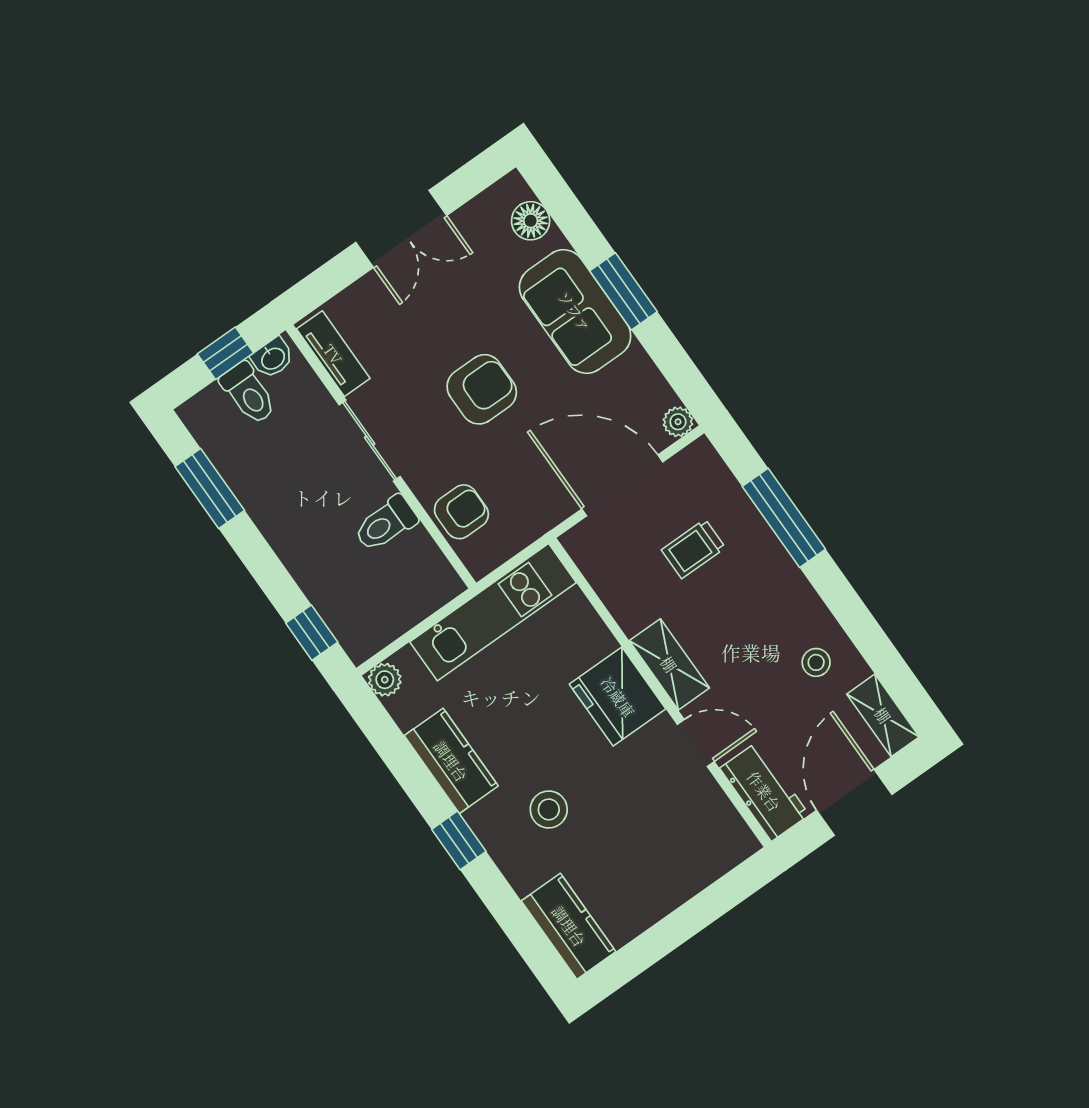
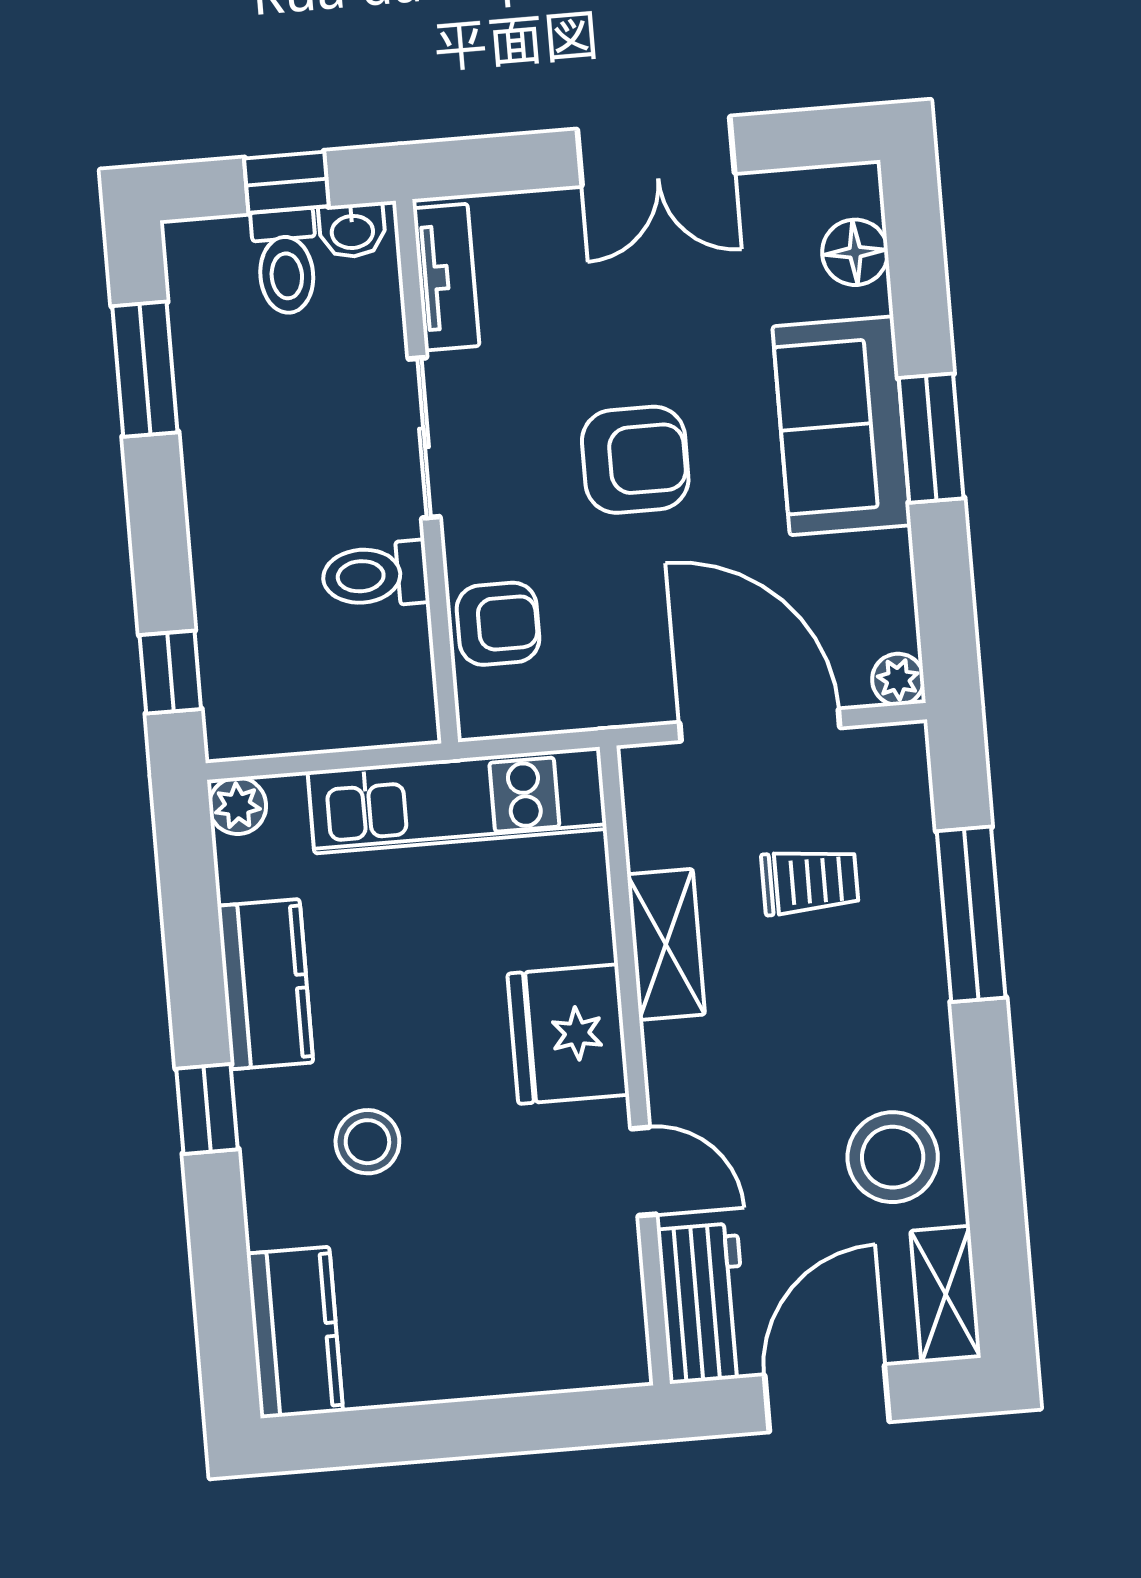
trolley: (693, 549) -> (810, 881), turned 180
stool: (816, 662) -> (893, 1157), width x1.89, depth x1.89
shelving: (669, 664) -> (666, 944), moved

